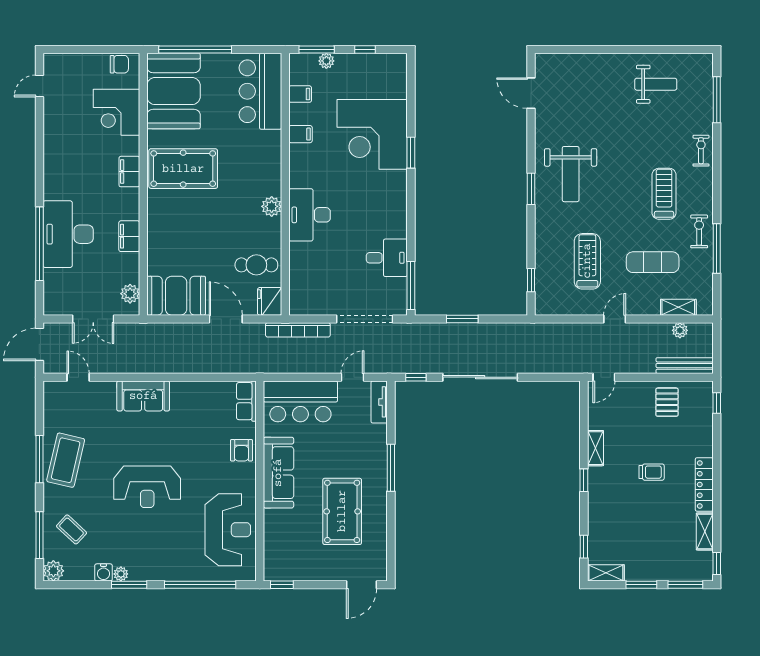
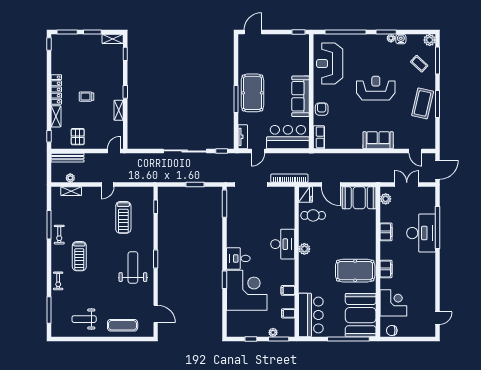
desk: (387, 258) -> (238, 258), moved
exercise mat: (653, 262) -> (123, 325), moved
pool table: (342, 511) -> (252, 93), moved
shelving: (705, 531) -> (56, 116), moved

